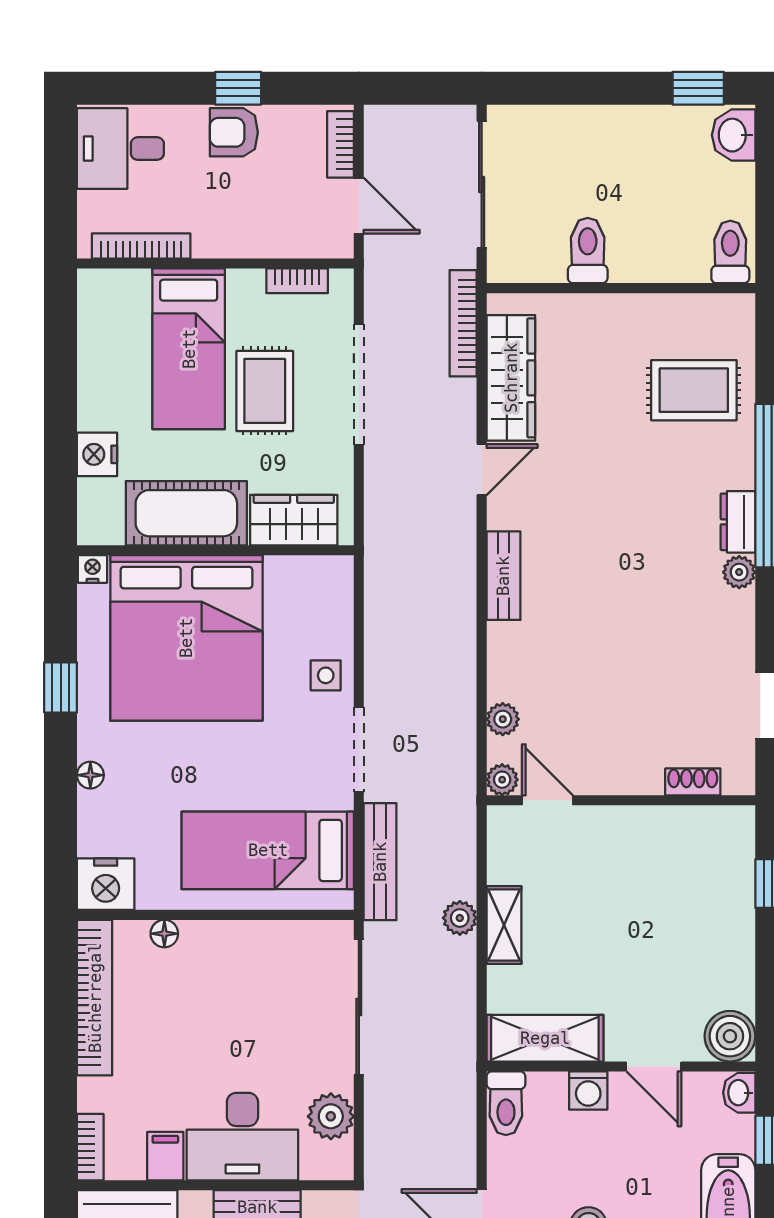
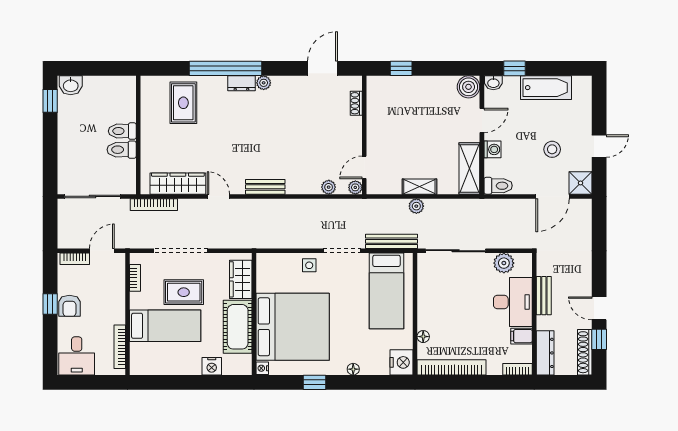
toilet: (730, 252) -> (122, 131), moved

